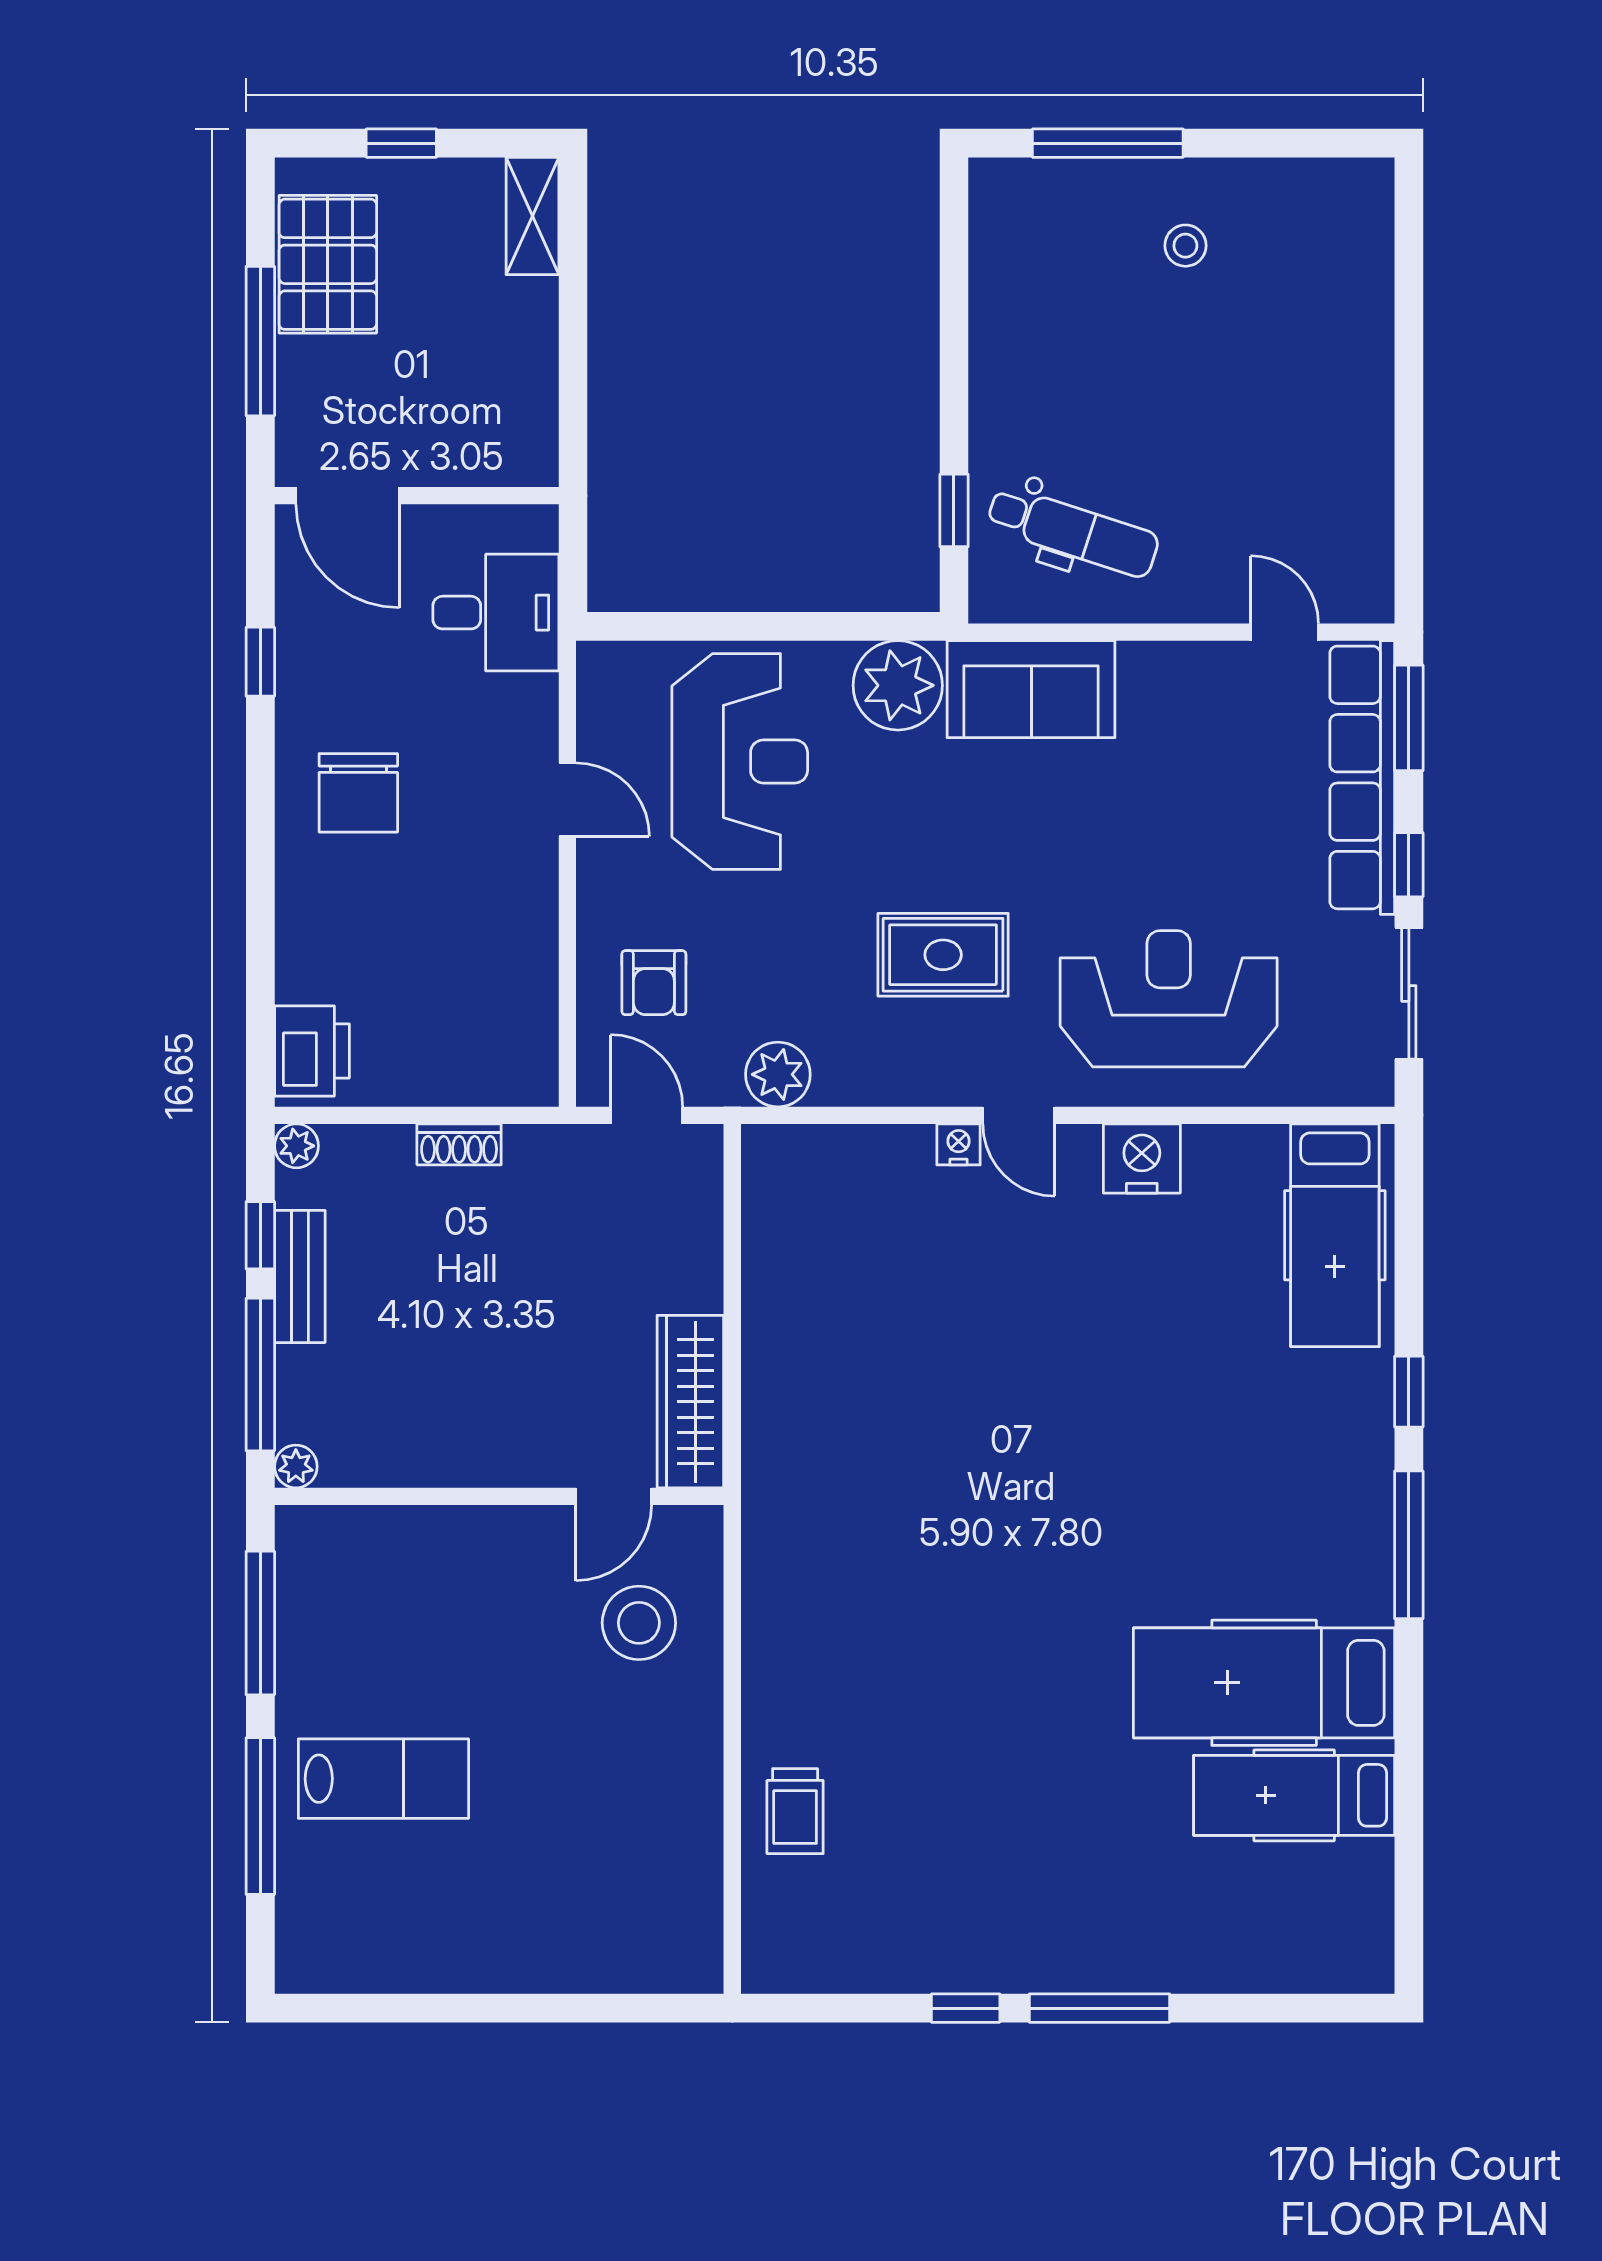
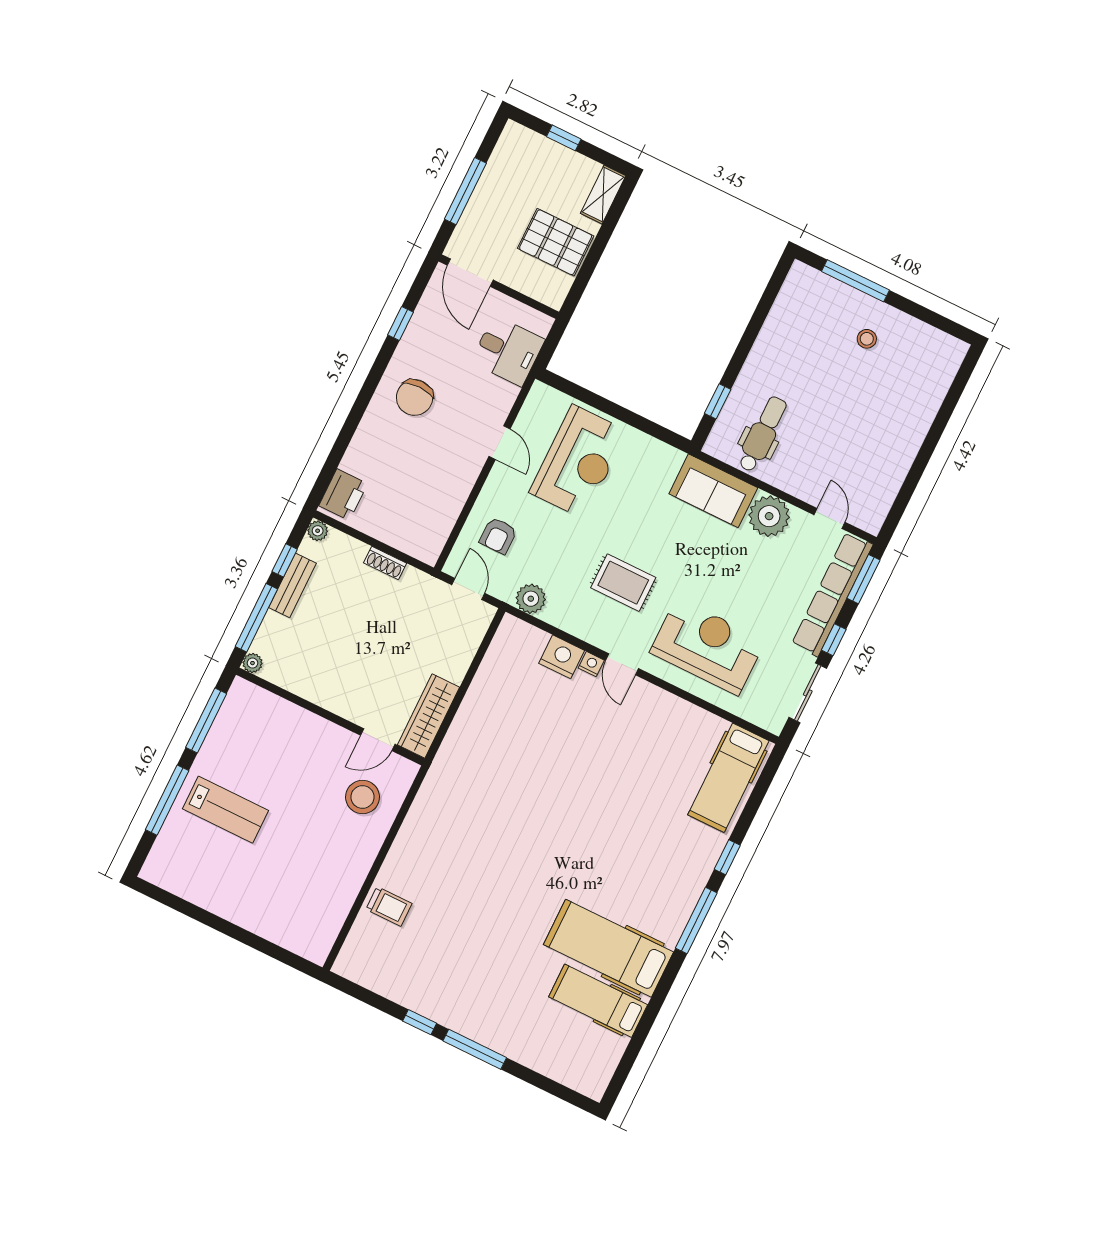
pallet: (328, 264) -> (556, 242), moved, turned 90
dental chair: (1073, 531) -> (762, 434), turned -108
plant: (898, 685) -> (769, 516), moved
nightstand: (1142, 1158) -> (562, 657), moved
trolley: (795, 1811) -> (389, 906), turned -90

